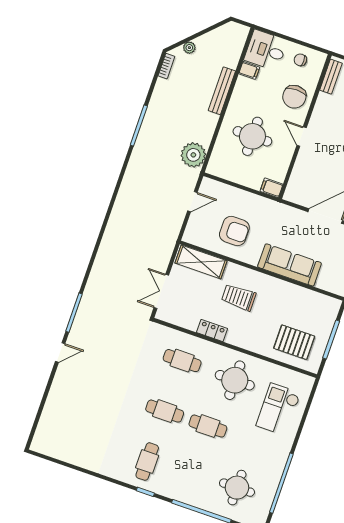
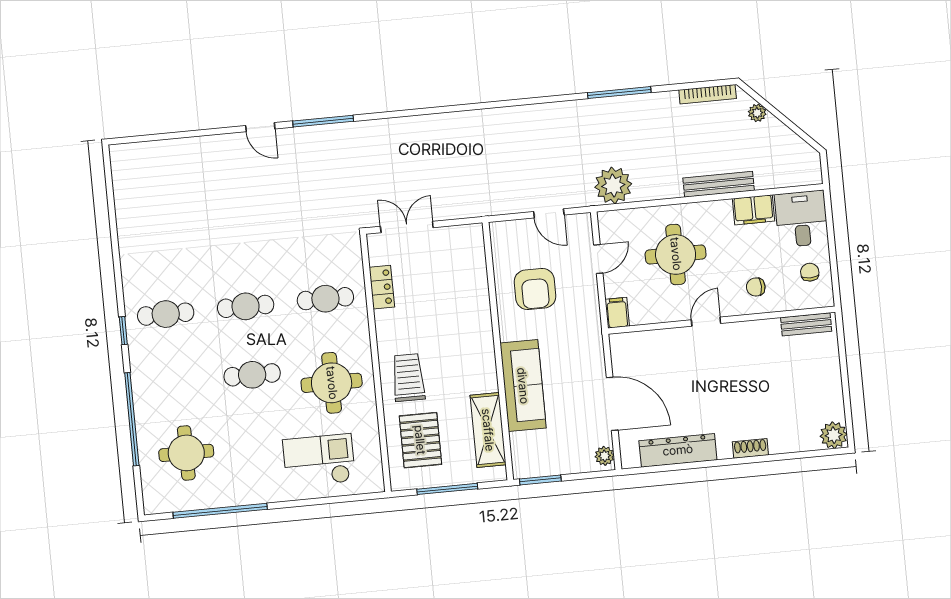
bookcase: (166, 66) -> (708, 94), width x1.56
filing cabinet: (249, 70) -> (754, 210), width x2.00
chair: (294, 97) -> (756, 287), width x0.54, depth x0.54
door: (234, 184) -> (598, 259), added
shelving: (201, 262) -> (488, 430), moved
trolley: (239, 297) -> (408, 378), moved
locker: (212, 331) -> (382, 287), moved
cafe table: (182, 361) -> (325, 299), turned 90
cafe table: (165, 411) -> (246, 306), turned 90
cafe table: (208, 426) -> (252, 375), turned 90

